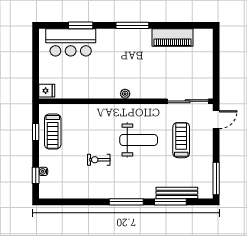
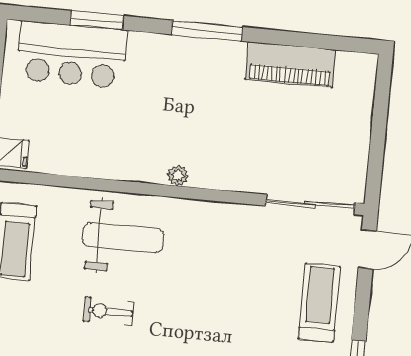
weight bench: (139, 140) -> (123, 238), moved
treadmill: (181, 140) -> (319, 303), moved

